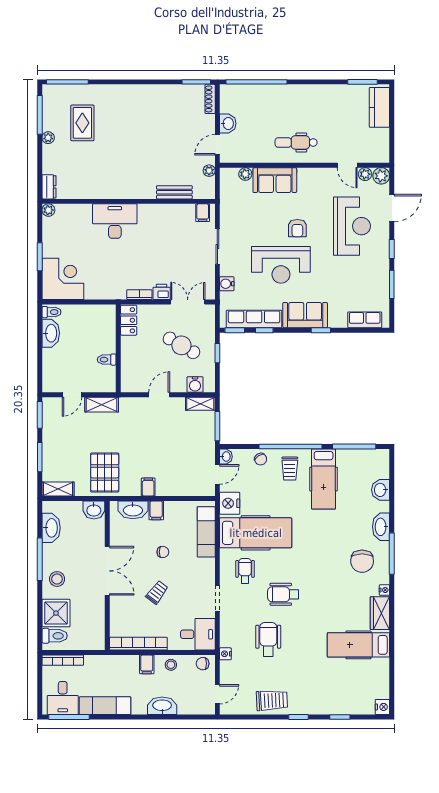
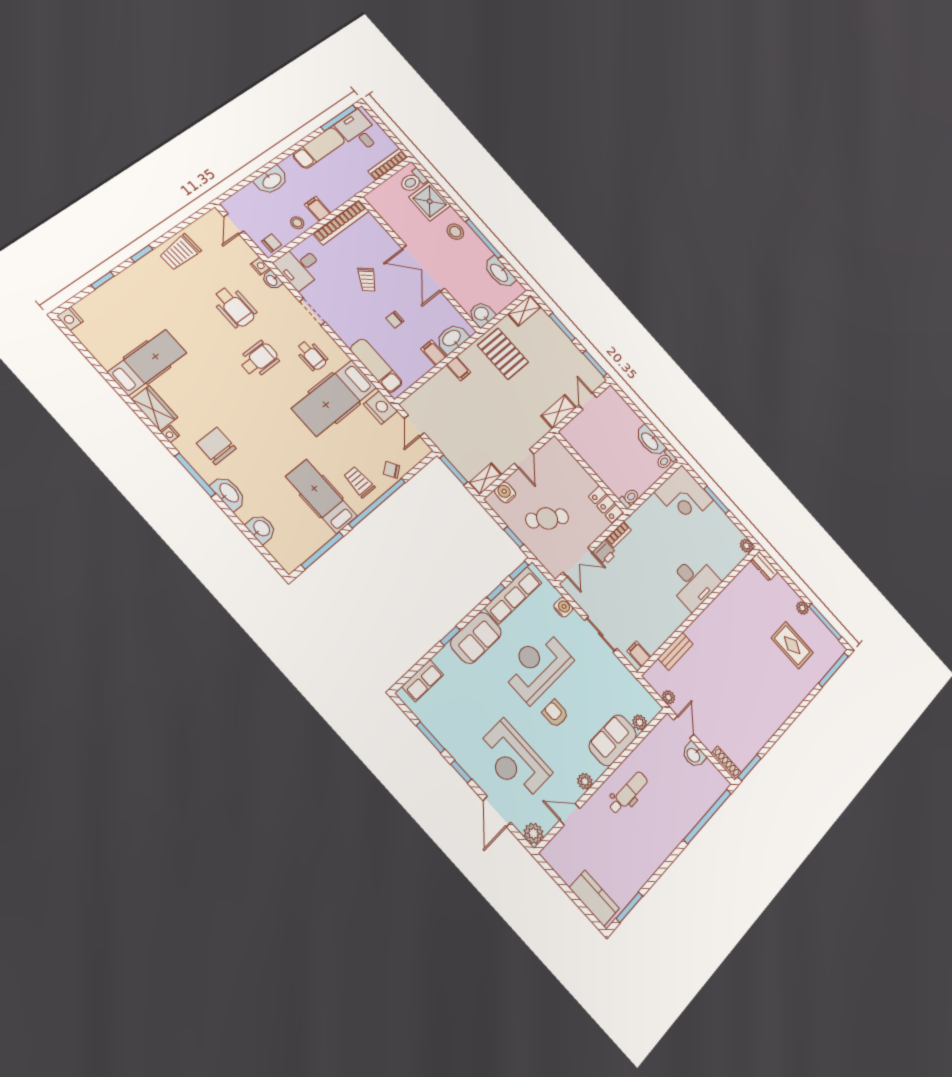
plant: (365, 174) -> (585, 781), moved
toilet: (107, 360) -> (629, 498), moved
washbasin: (226, 457) -> (272, 280), moved

